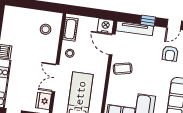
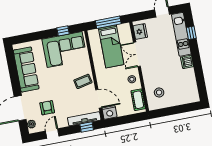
window: (148, 21) -> (87, 127), moved
double door: (55, 78) -> (137, 54), swing flipped

